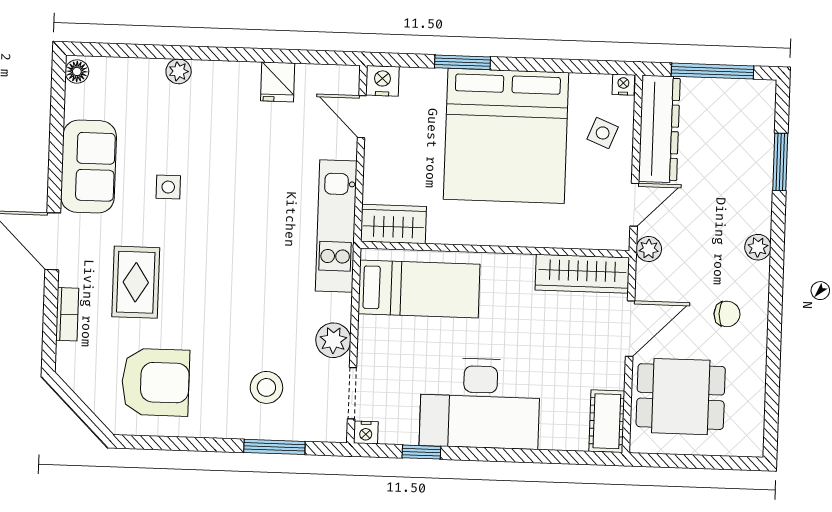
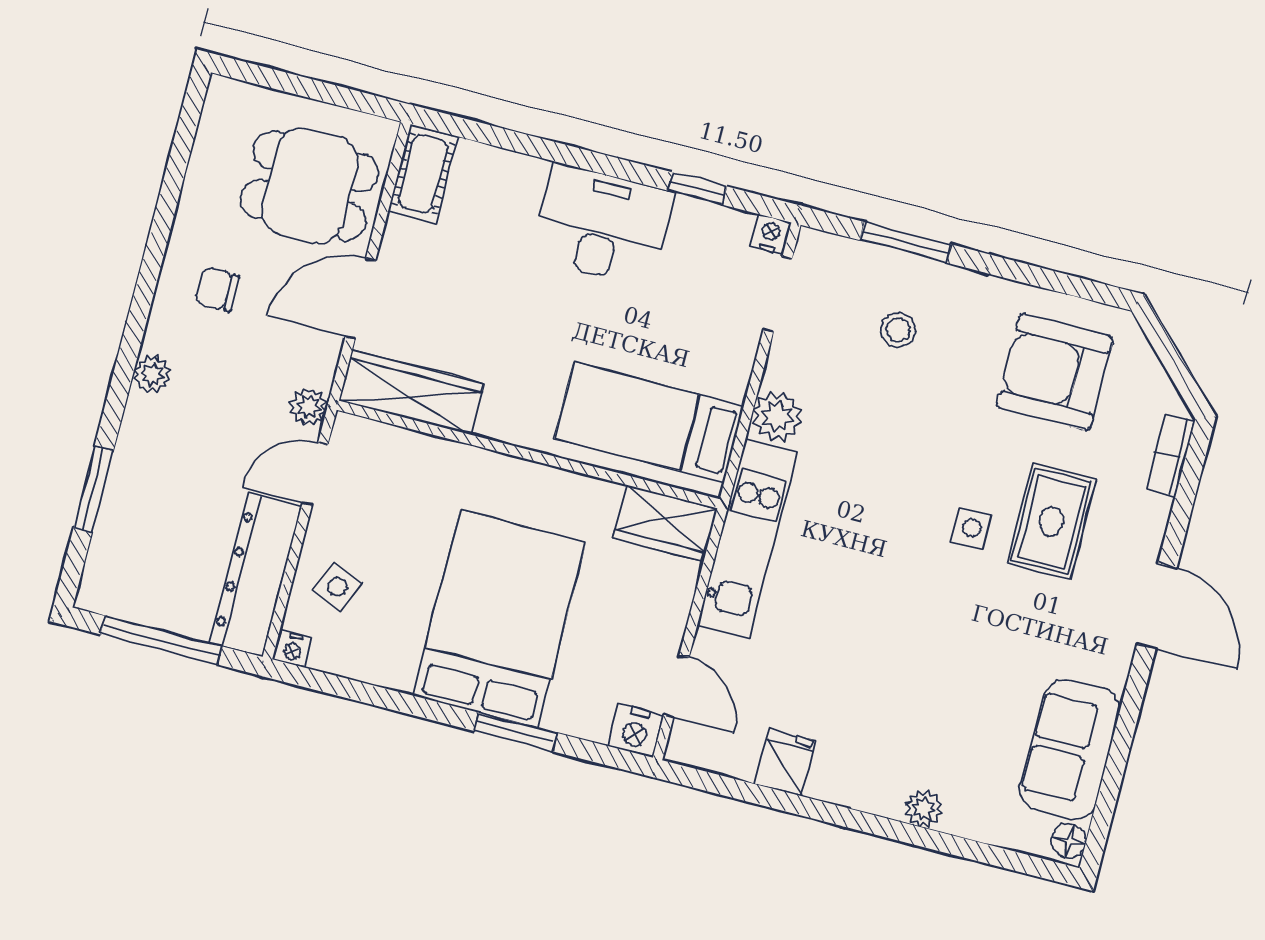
bed: (506, 136) -> (499, 619), width x0.73
sofa: (89, 167) -> (1070, 750), moved
side table: (168, 187) -> (972, 528), moved
bookcase: (67, 314) -> (1170, 455), moved
plant: (333, 340) -> (777, 416), moved
stool: (266, 387) -> (898, 330), width x0.73, depth x0.73
desk: (480, 403) -> (602, 225), width x0.73, depth x0.77

